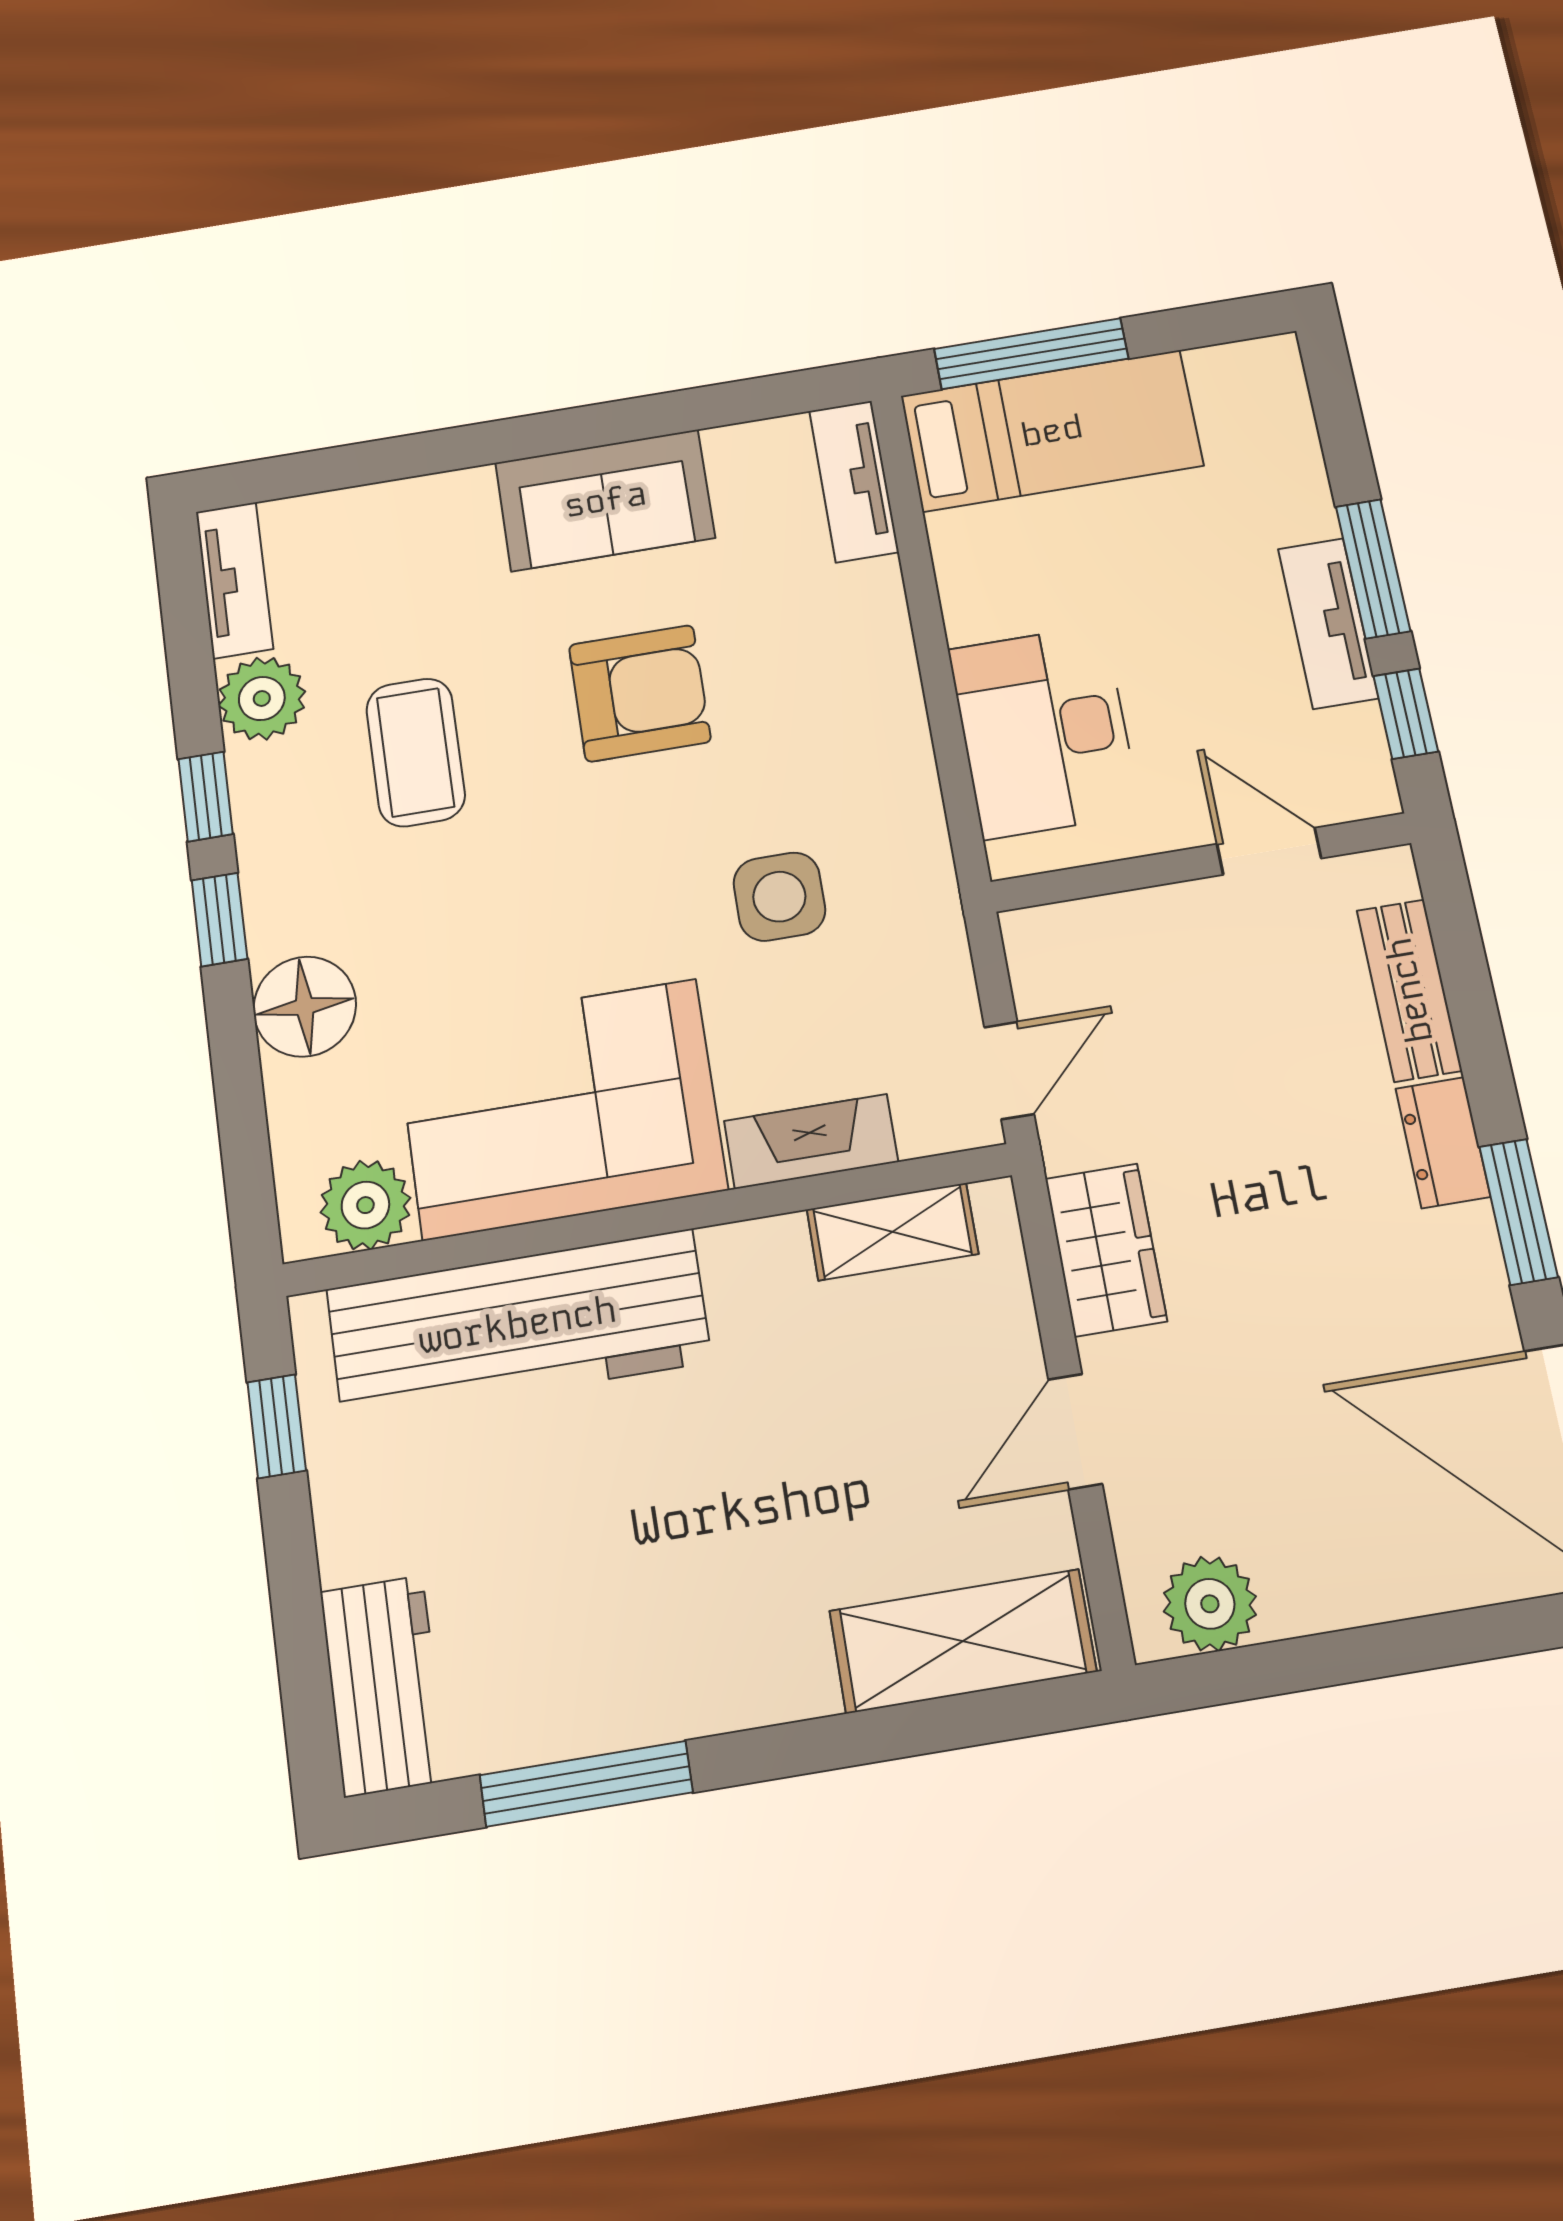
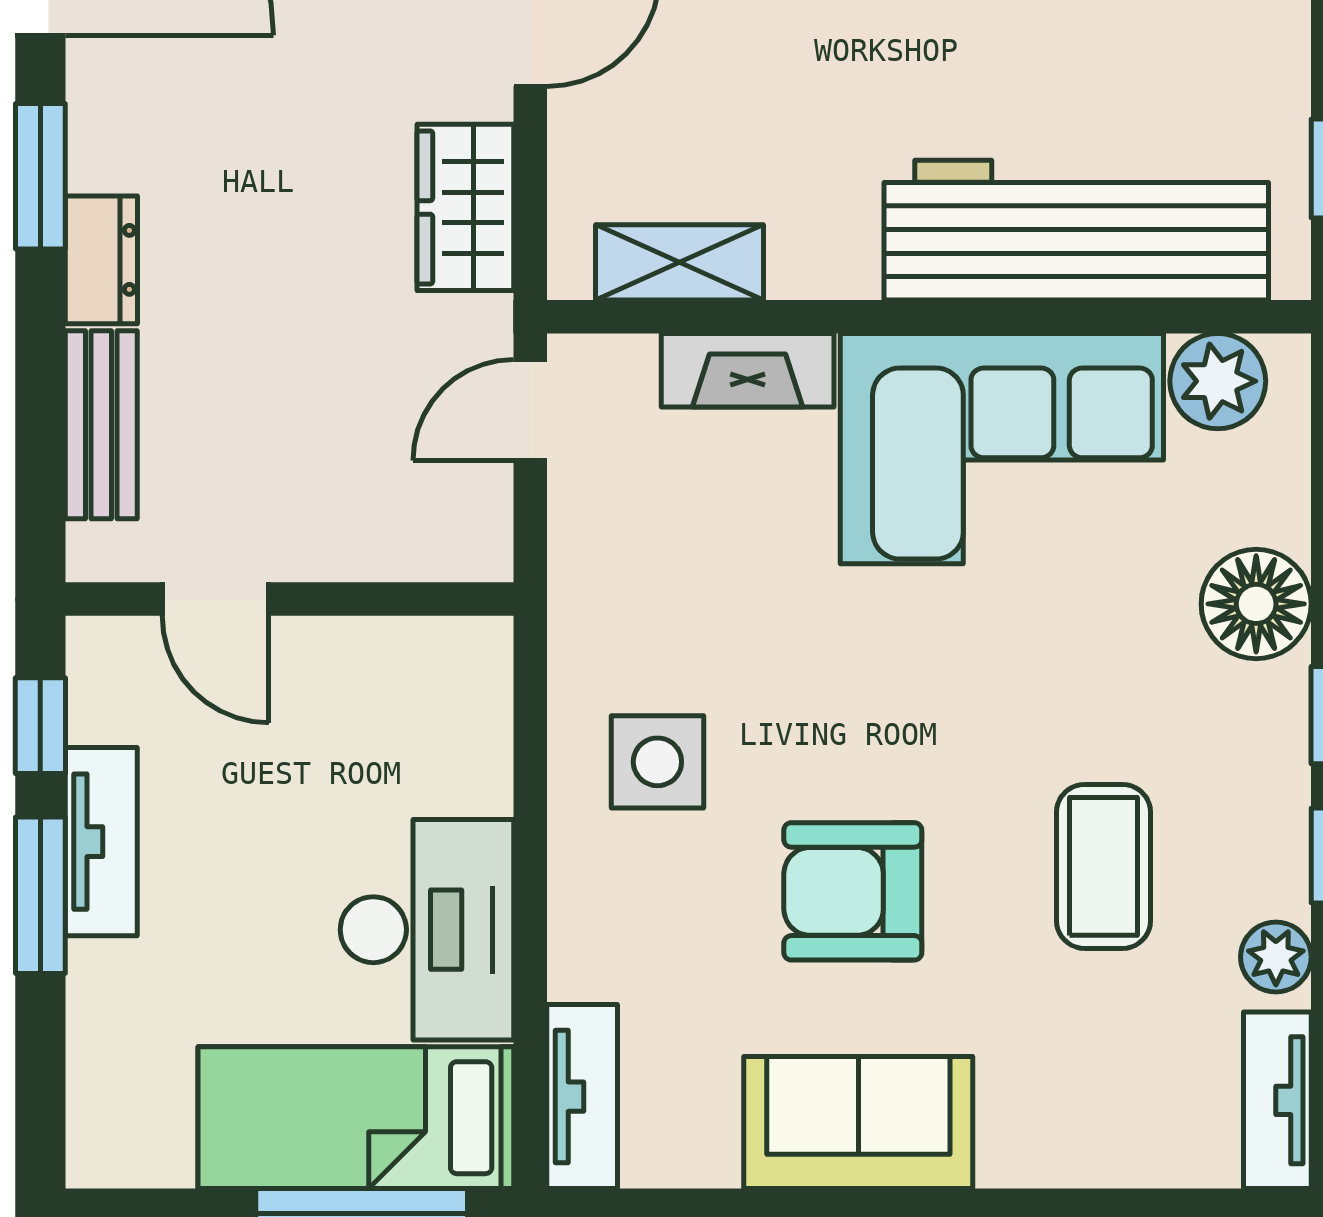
plant: (262, 698) -> (1276, 957), width x0.73, depth x0.73
desk: (1044, 731) -> (427, 930), moved
side table: (779, 897) -> (657, 762), moved

